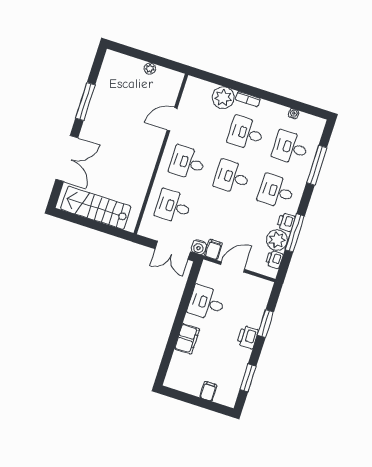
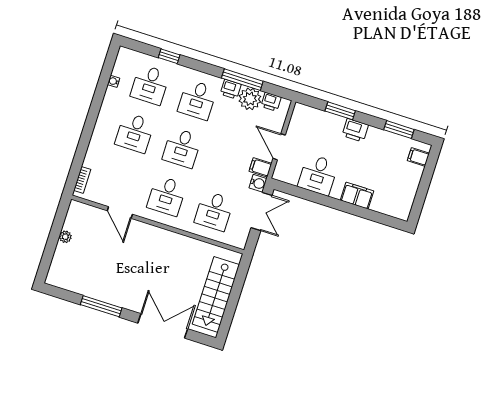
plant: (223, 98) -> (96, 157), removed
bookcase: (248, 99) -> (82, 180), moved
window: (317, 165) -> (169, 56), width x0.46
filing cabinet: (208, 391) -> (418, 157), moved

